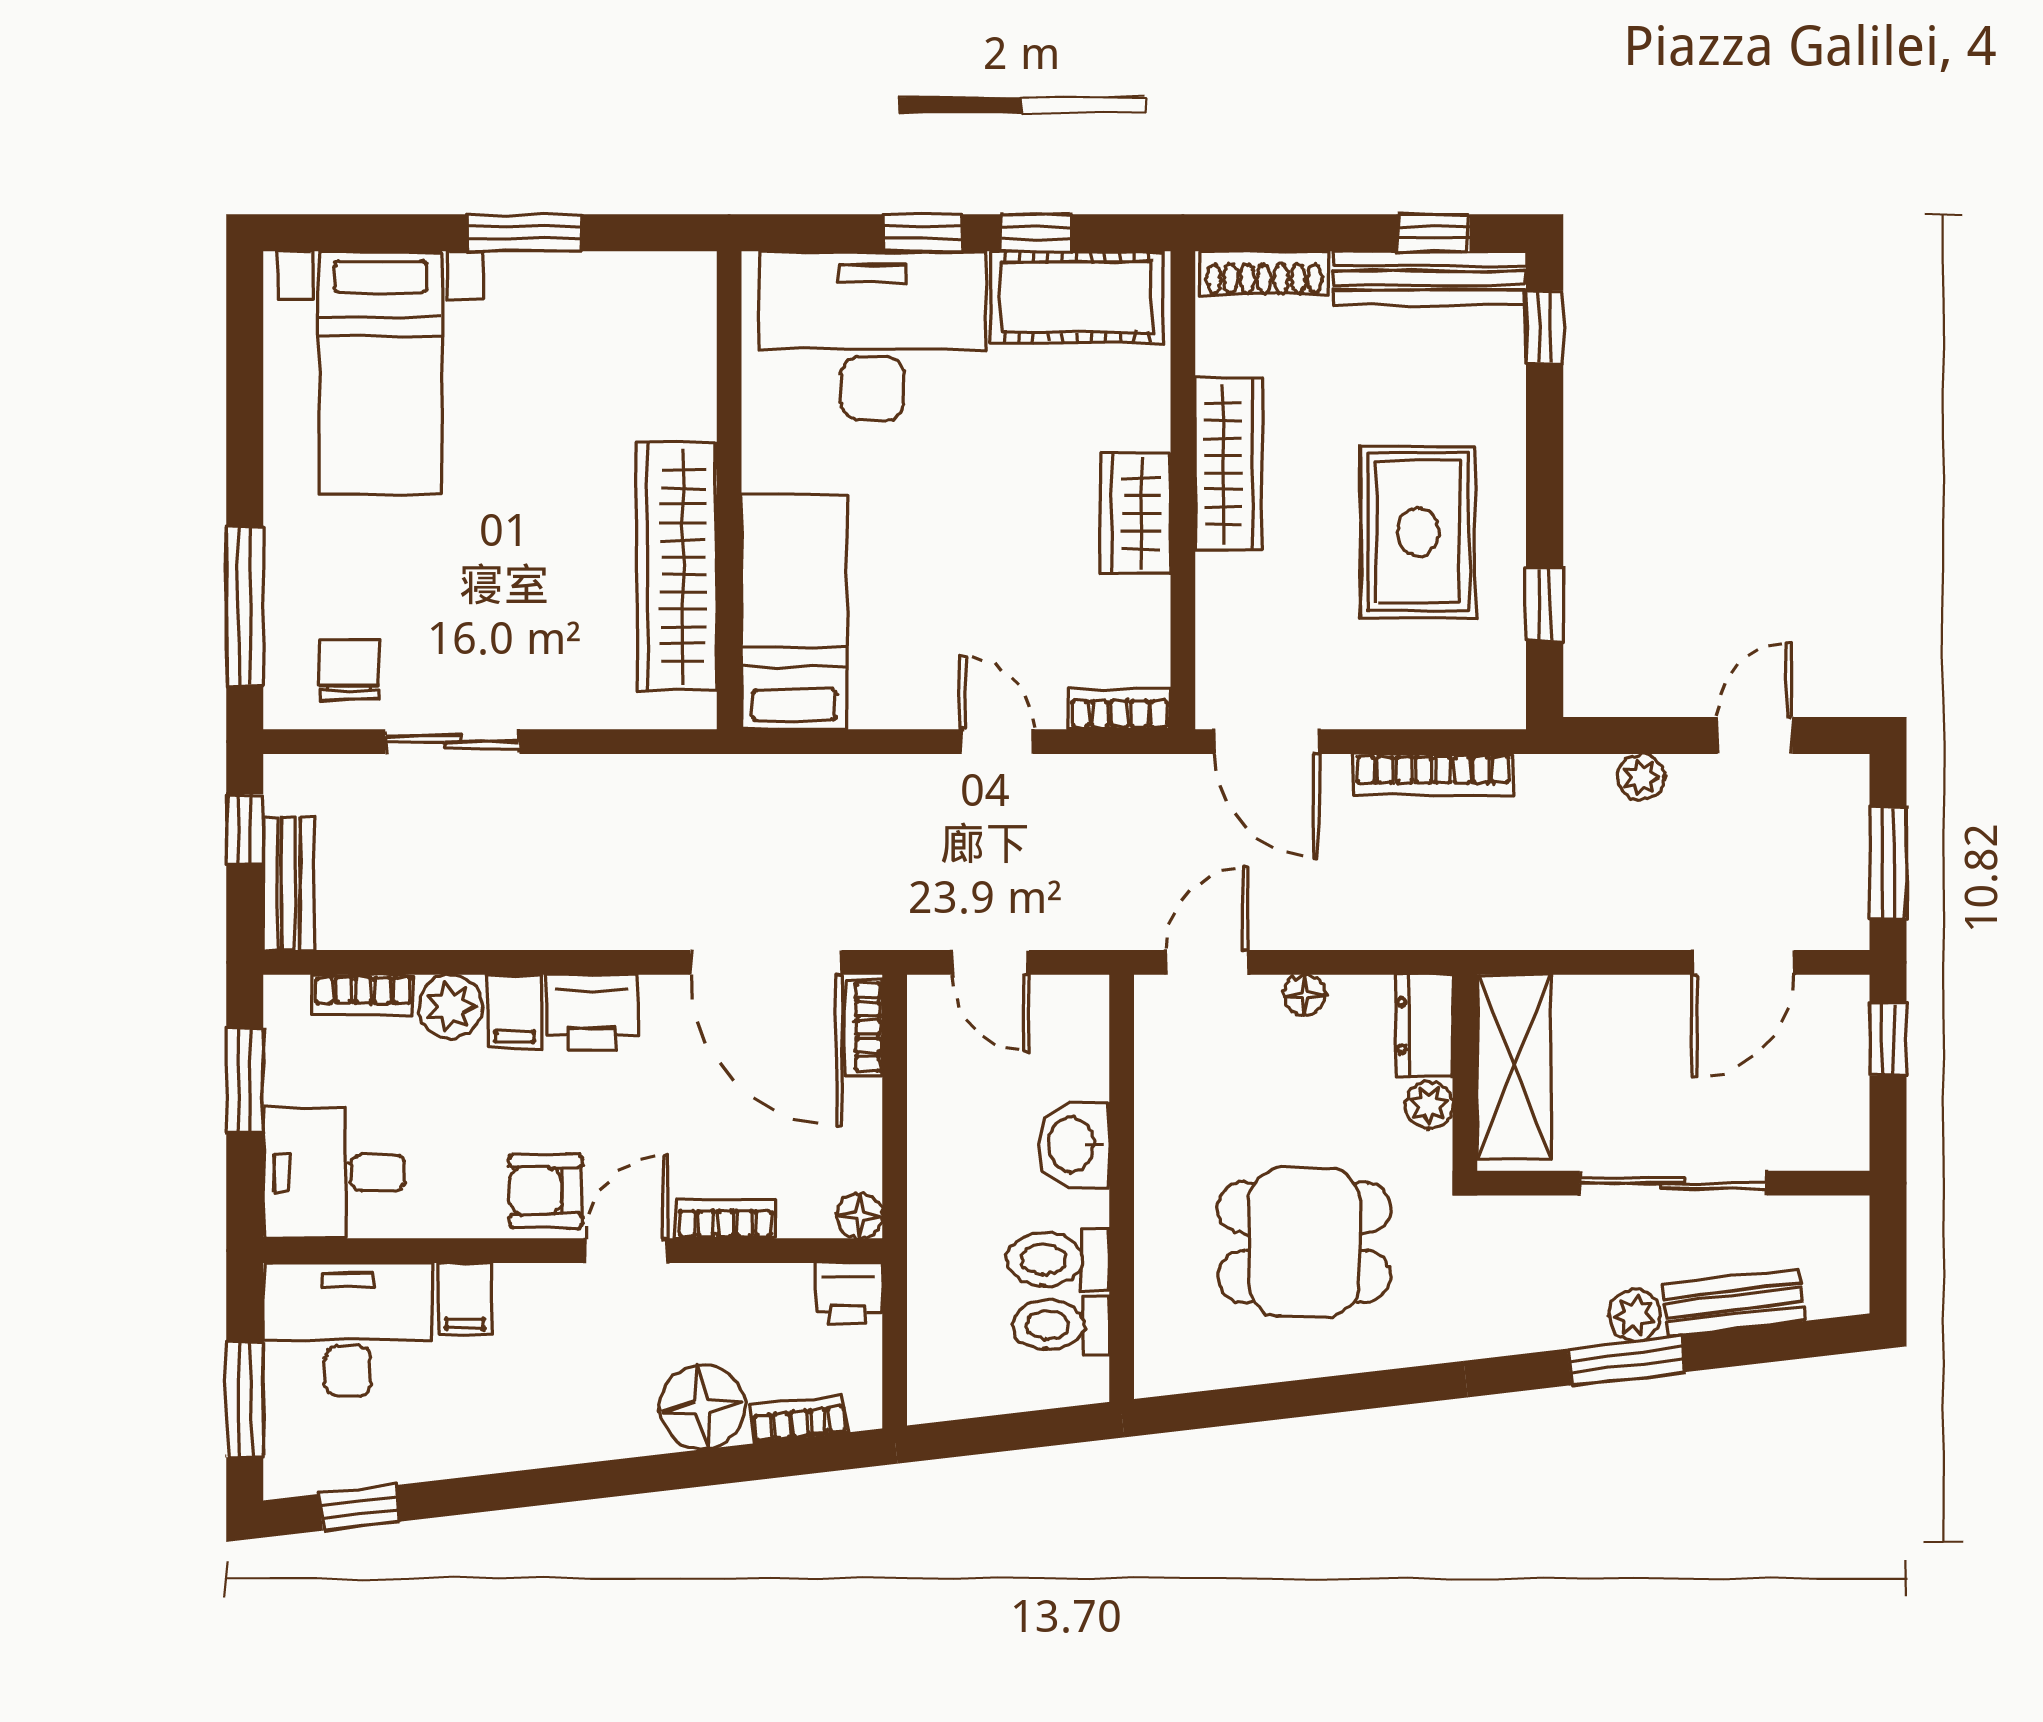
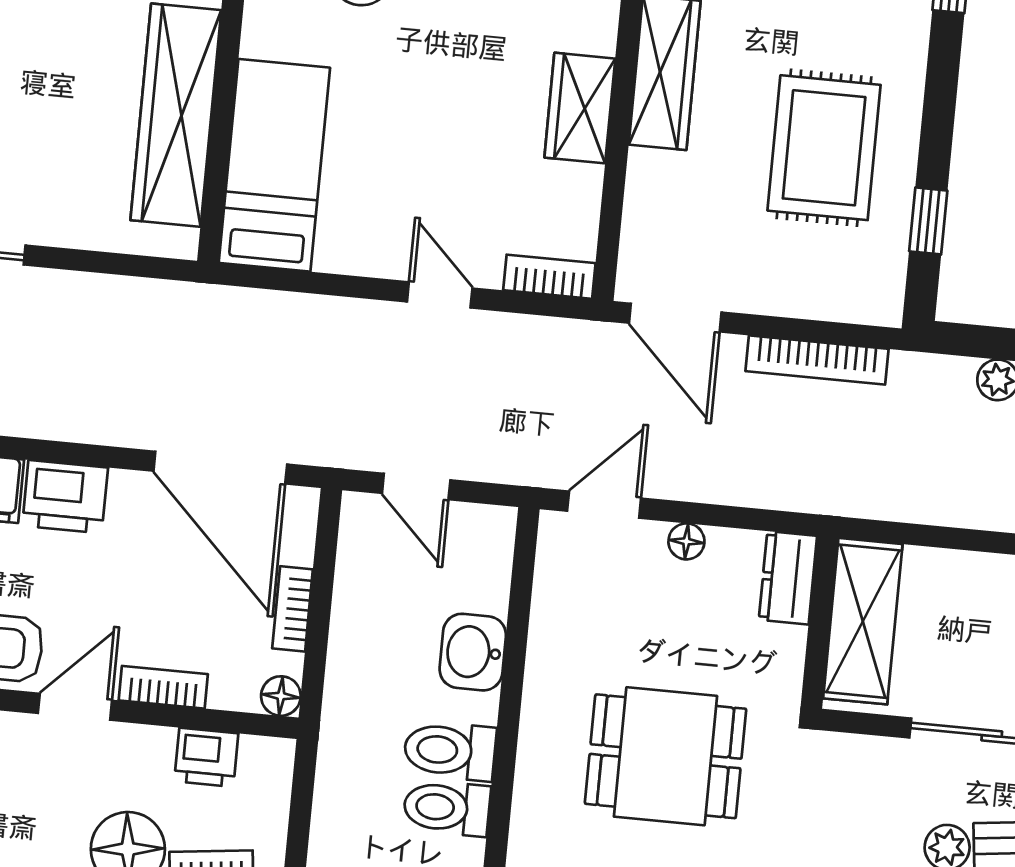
bookcase: (864, 1027) -> (293, 609), moved
plant: (1429, 1105) -> (786, 647), removed
printer: (849, 1294) -> (206, 757), moved

